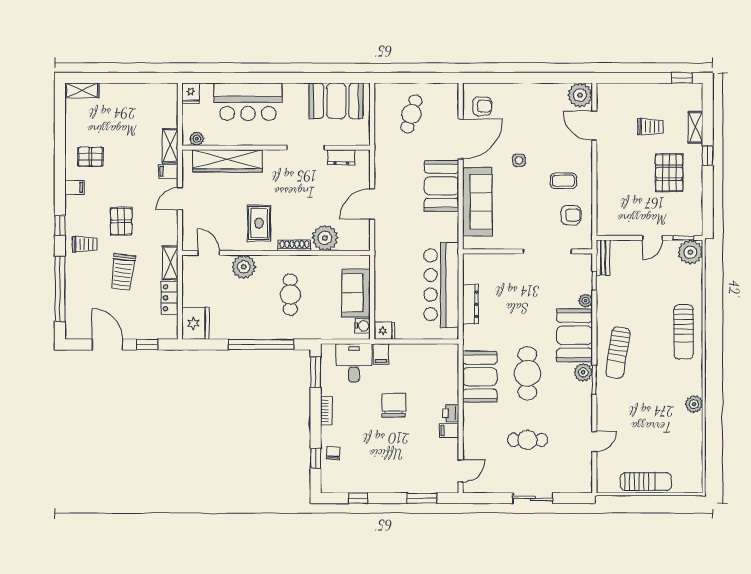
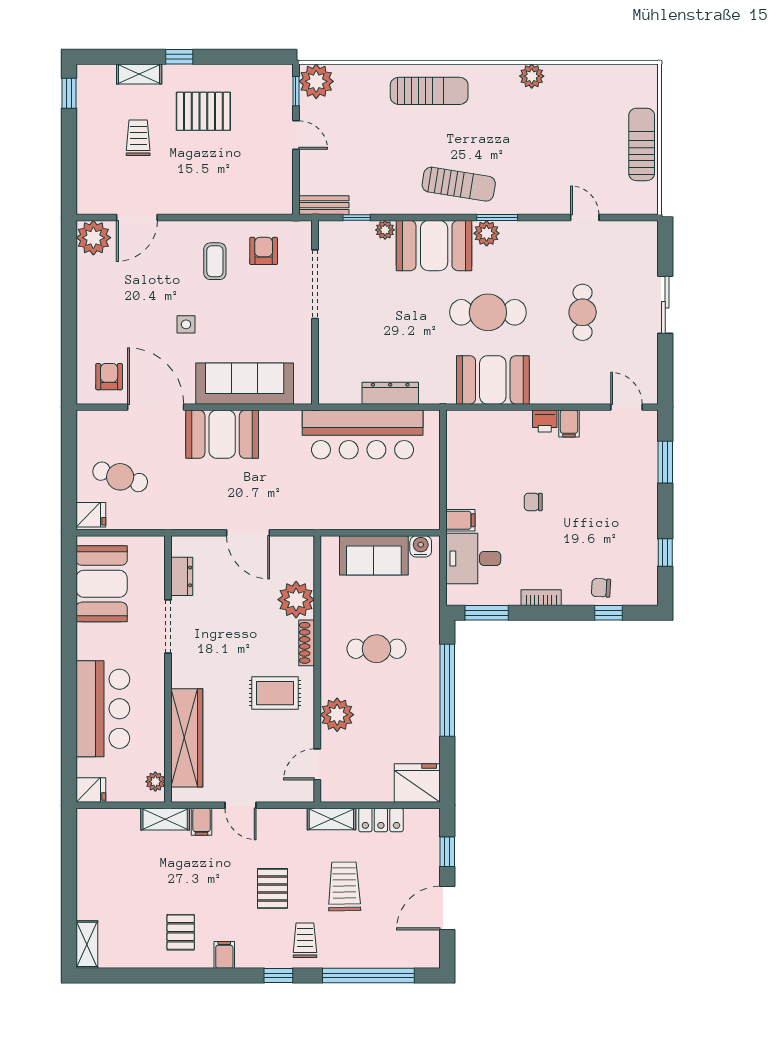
pallet: (121, 221) -> (272, 888), turned 90
trolley: (123, 272) -> (344, 886), turned -98
fridge: (384, 331) -> (91, 515), moved, turned 90
chair: (394, 405) -> (533, 502), width x0.54, depth x0.54

